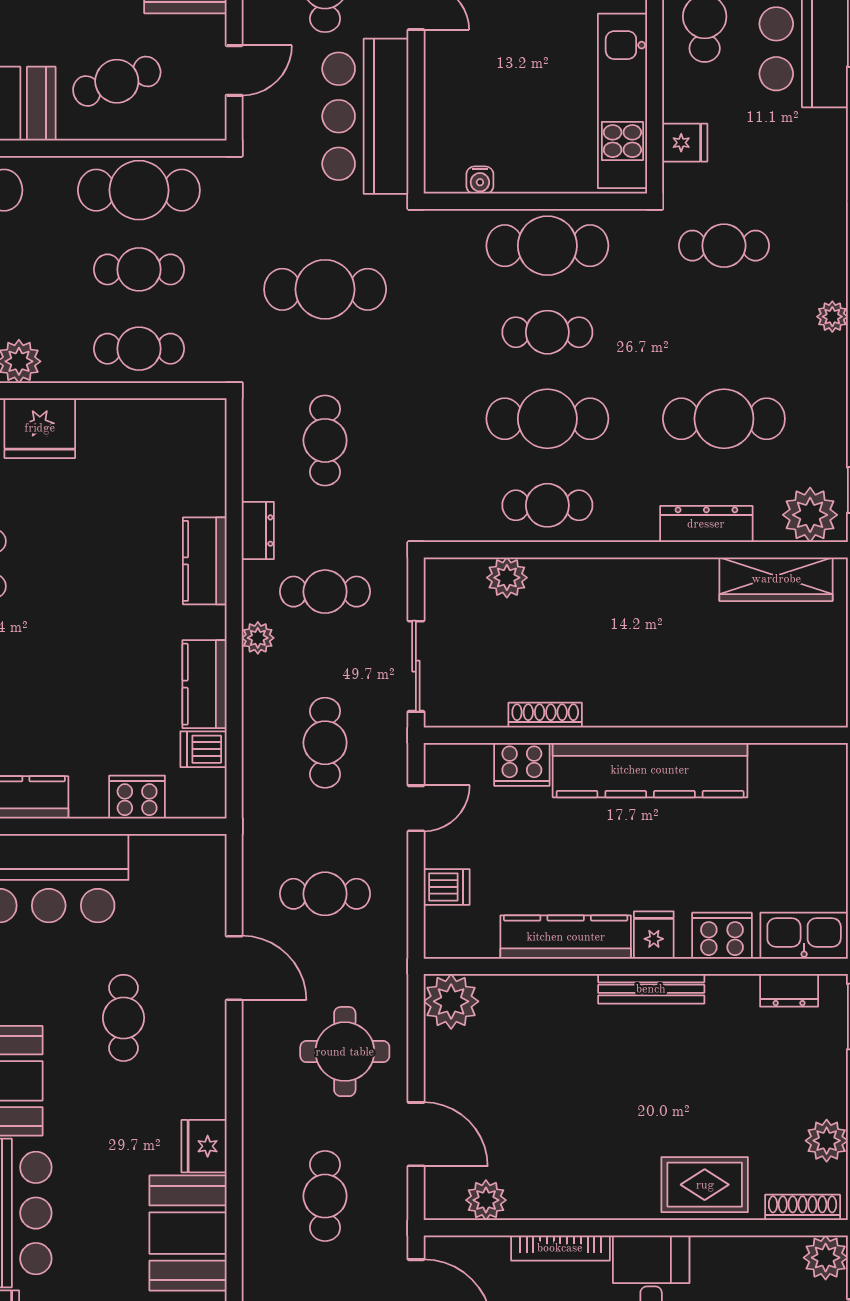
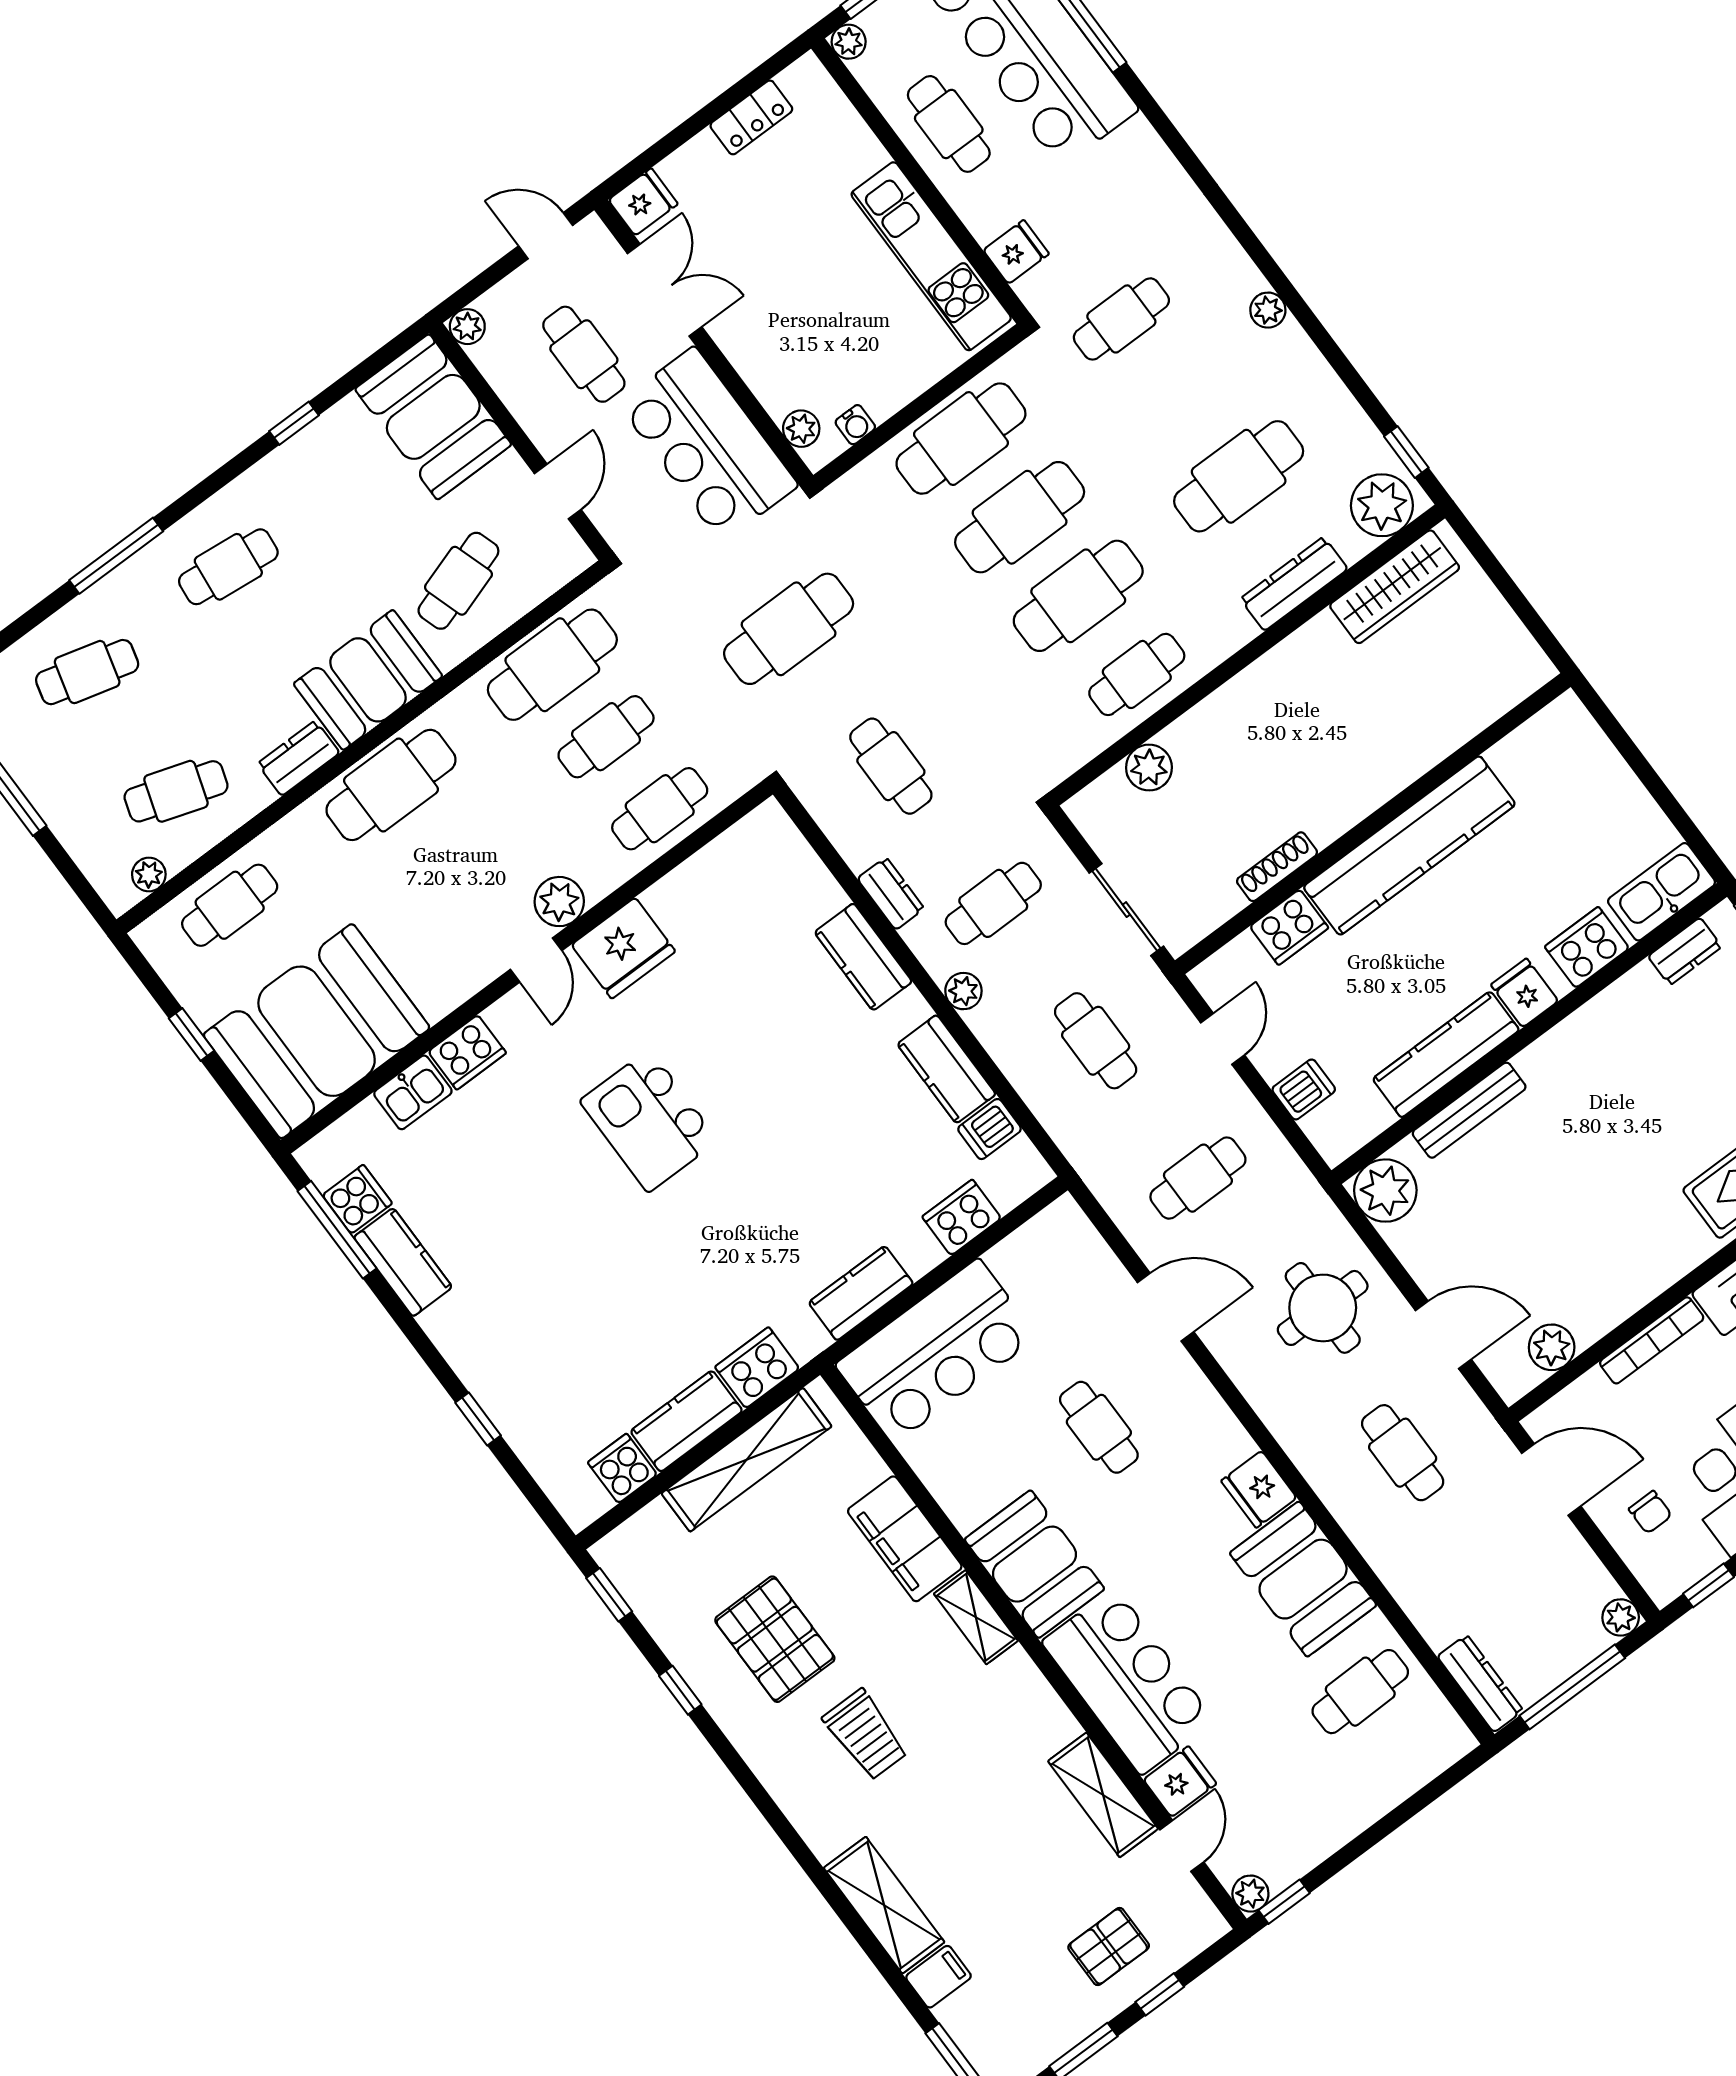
plant: (440, 154) -> (801, 429), added
cafe table: (547, 332) -> (1020, 517), width x1.37, depth x1.35
bench: (651, 989) -> (1469, 1110), moved

